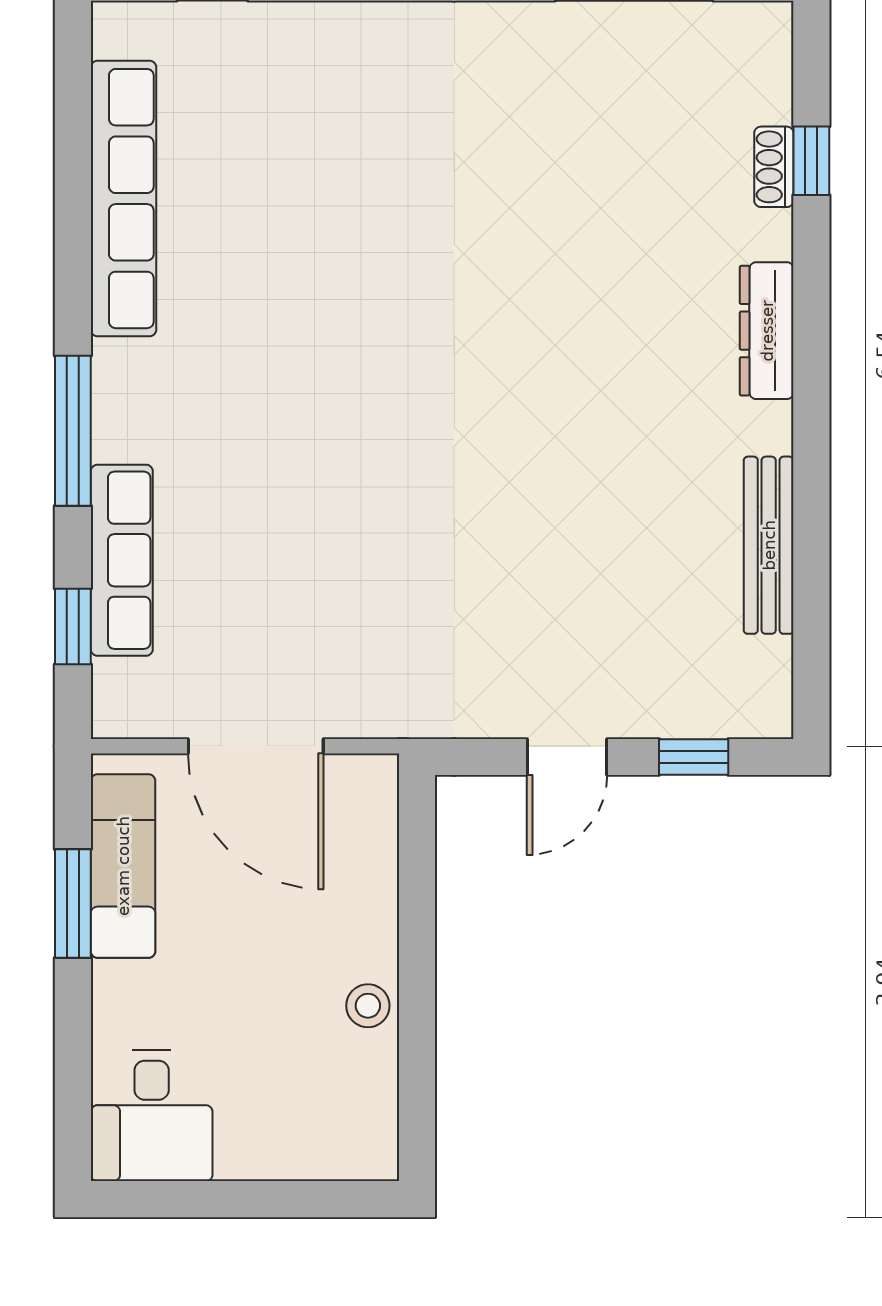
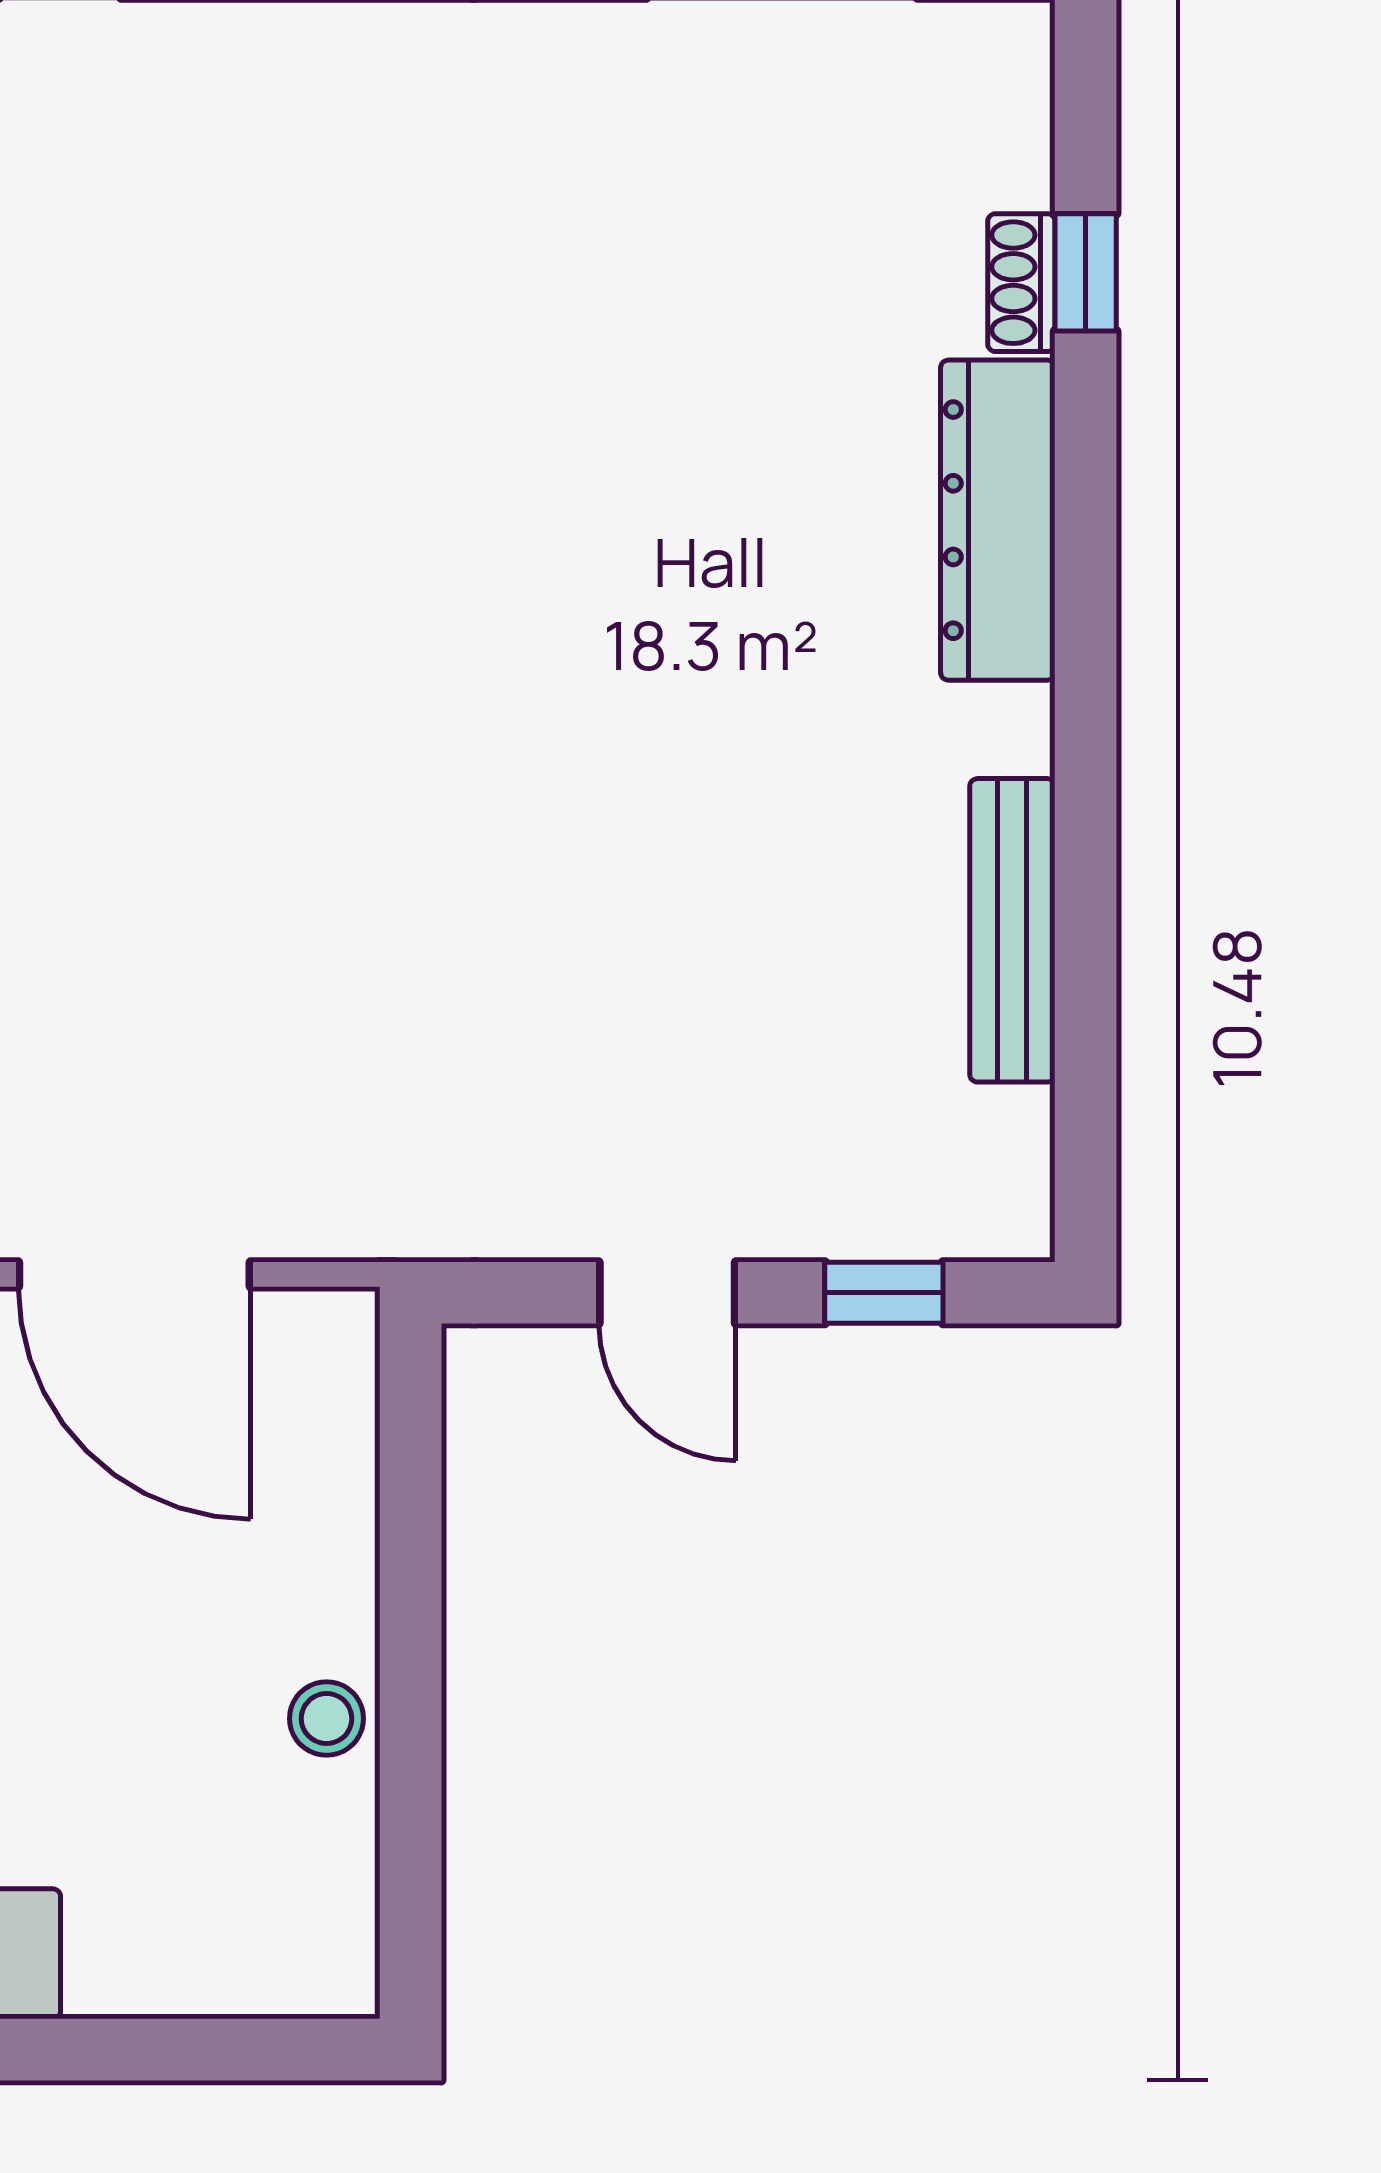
dresser: (767, 331) -> (998, 520), width x1.37, depth x1.24
door: (567, 757) -> (667, 1293), hinge flipped

